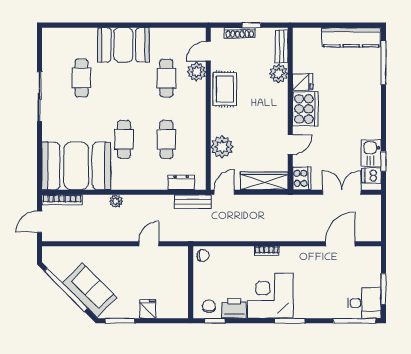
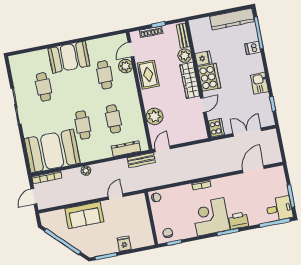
kitchen sink: (371, 153) -> (260, 83), moved
dishwasher: (371, 176) -> (253, 48), moved
wardrobe: (264, 181) -> (190, 80), moved, turned -90
dresser: (181, 182) -> (126, 149), width x1.44
sofa: (90, 290) -> (84, 215), moved, turned 135
printer: (234, 308) -> (238, 221), moved

